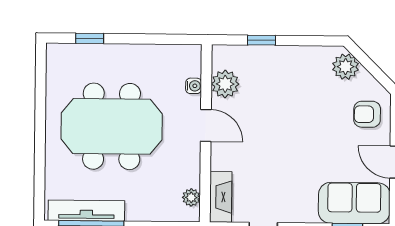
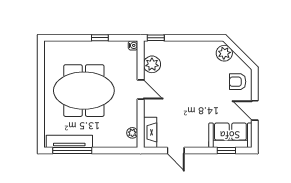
window: (90, 38) -> (100, 38), moved
window: (262, 40) -> (156, 38), moved
water cooler: (194, 86) -> (133, 45), moved

